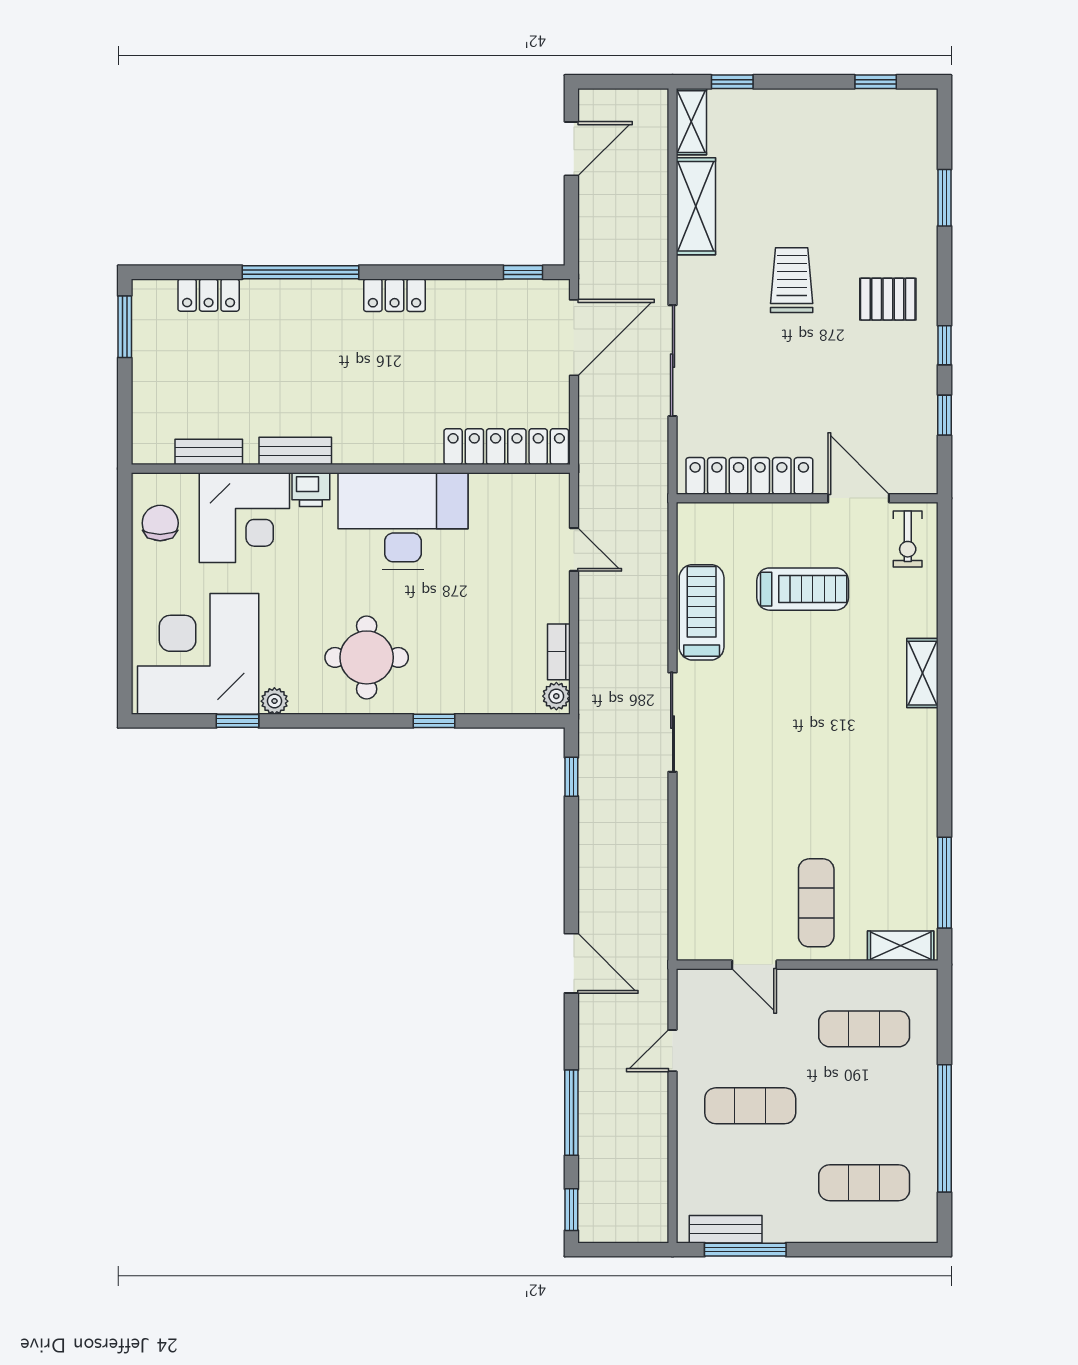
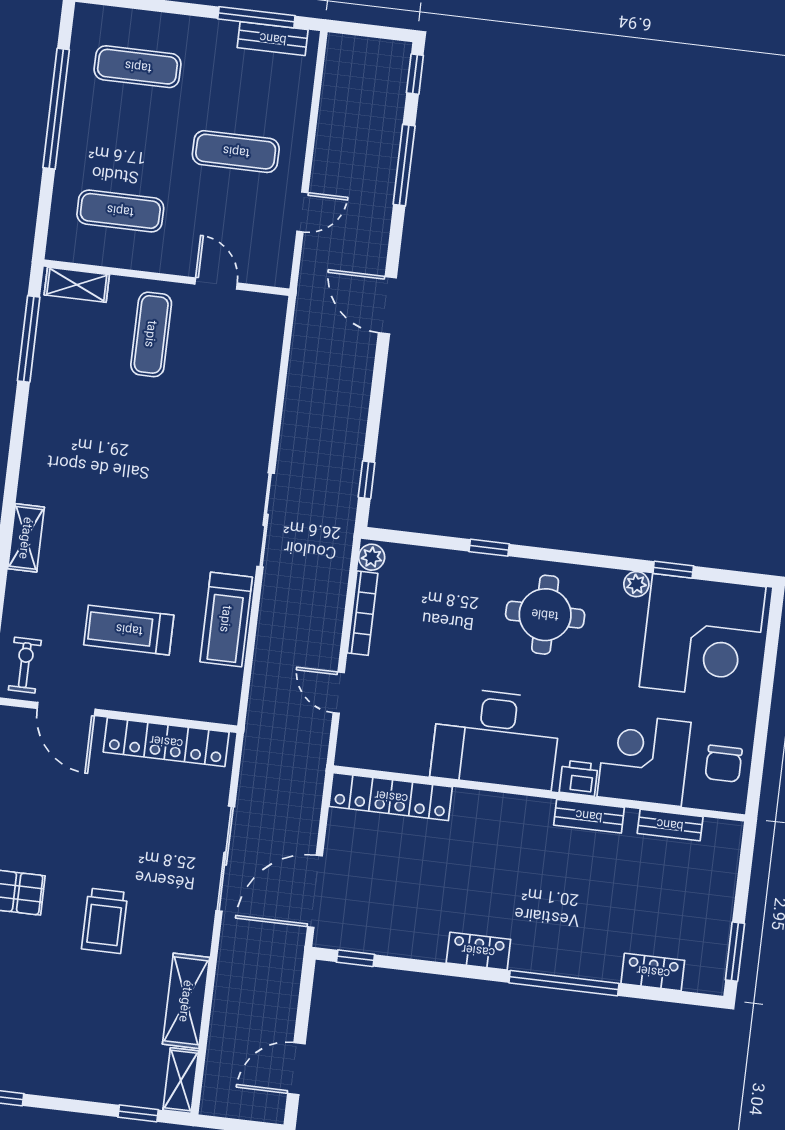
bookcase: (559, 652) -> (363, 613), width x1.56

